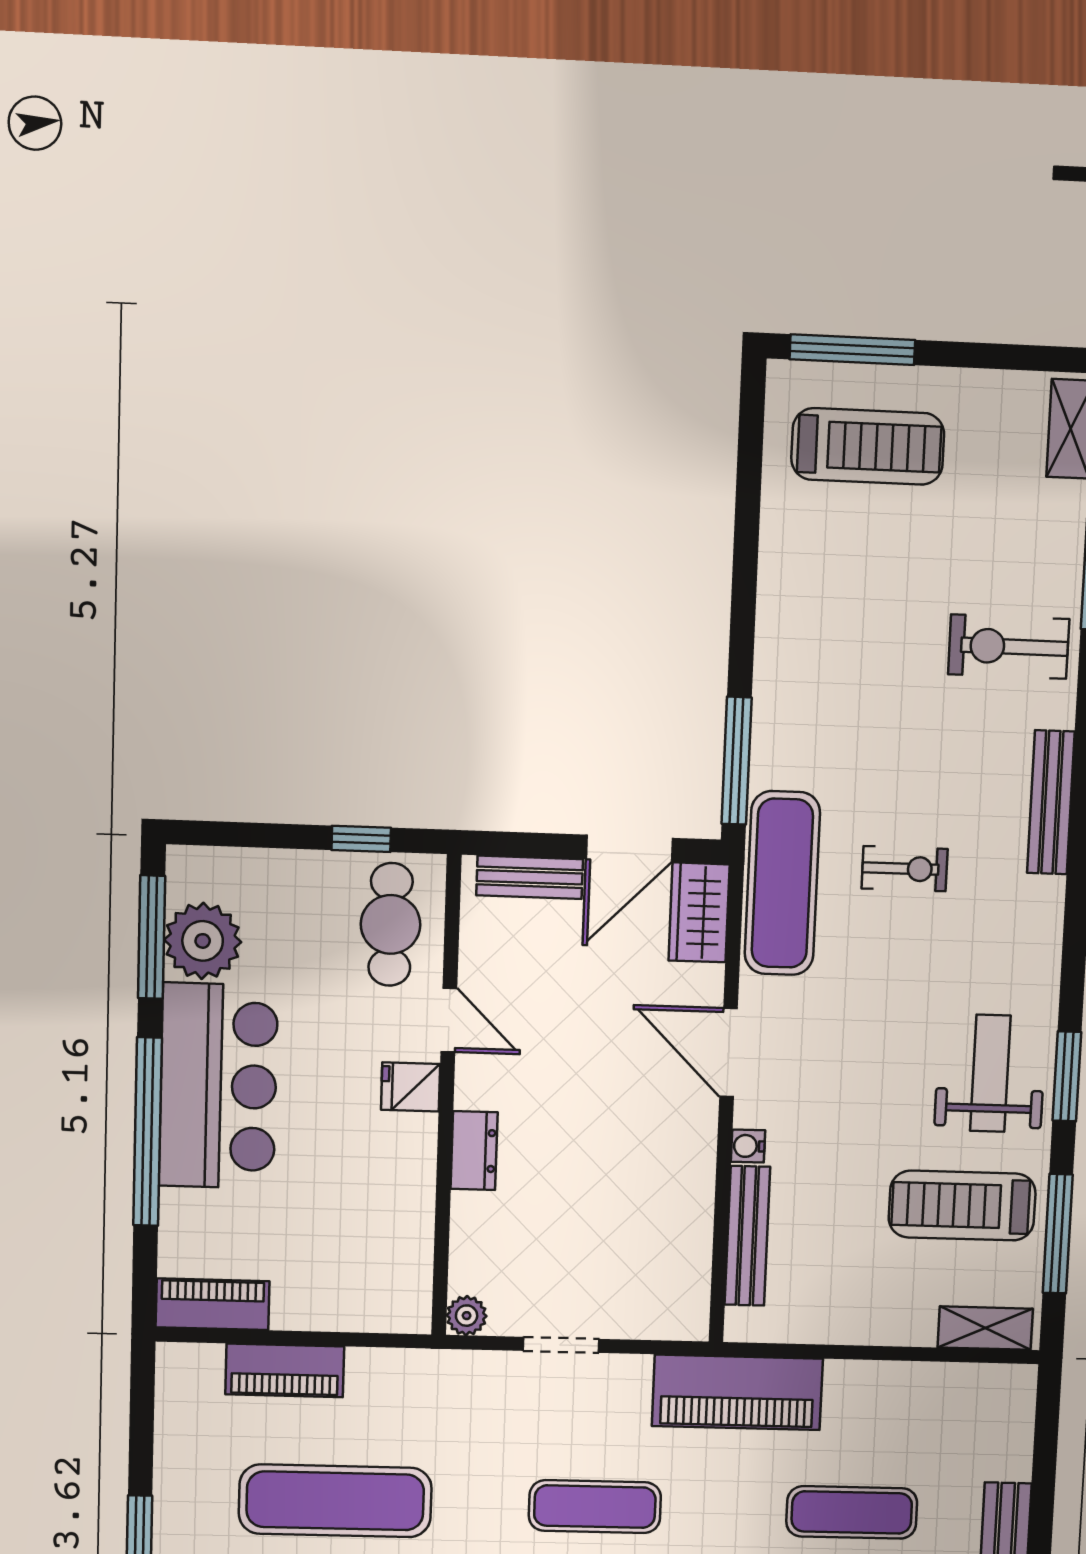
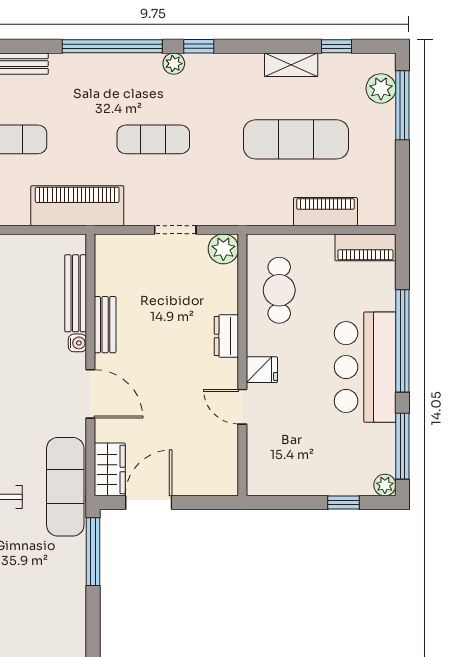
window: (361, 839) -> (344, 503), moved
bench: (530, 877) -> (105, 325), moved, turned 90
cafe table: (391, 924) -> (279, 290), moved
plant: (203, 941) -> (385, 485), moved, width x0.53, depth x0.53
plant: (467, 1316) -> (223, 249), width x1.38, depth x1.38

